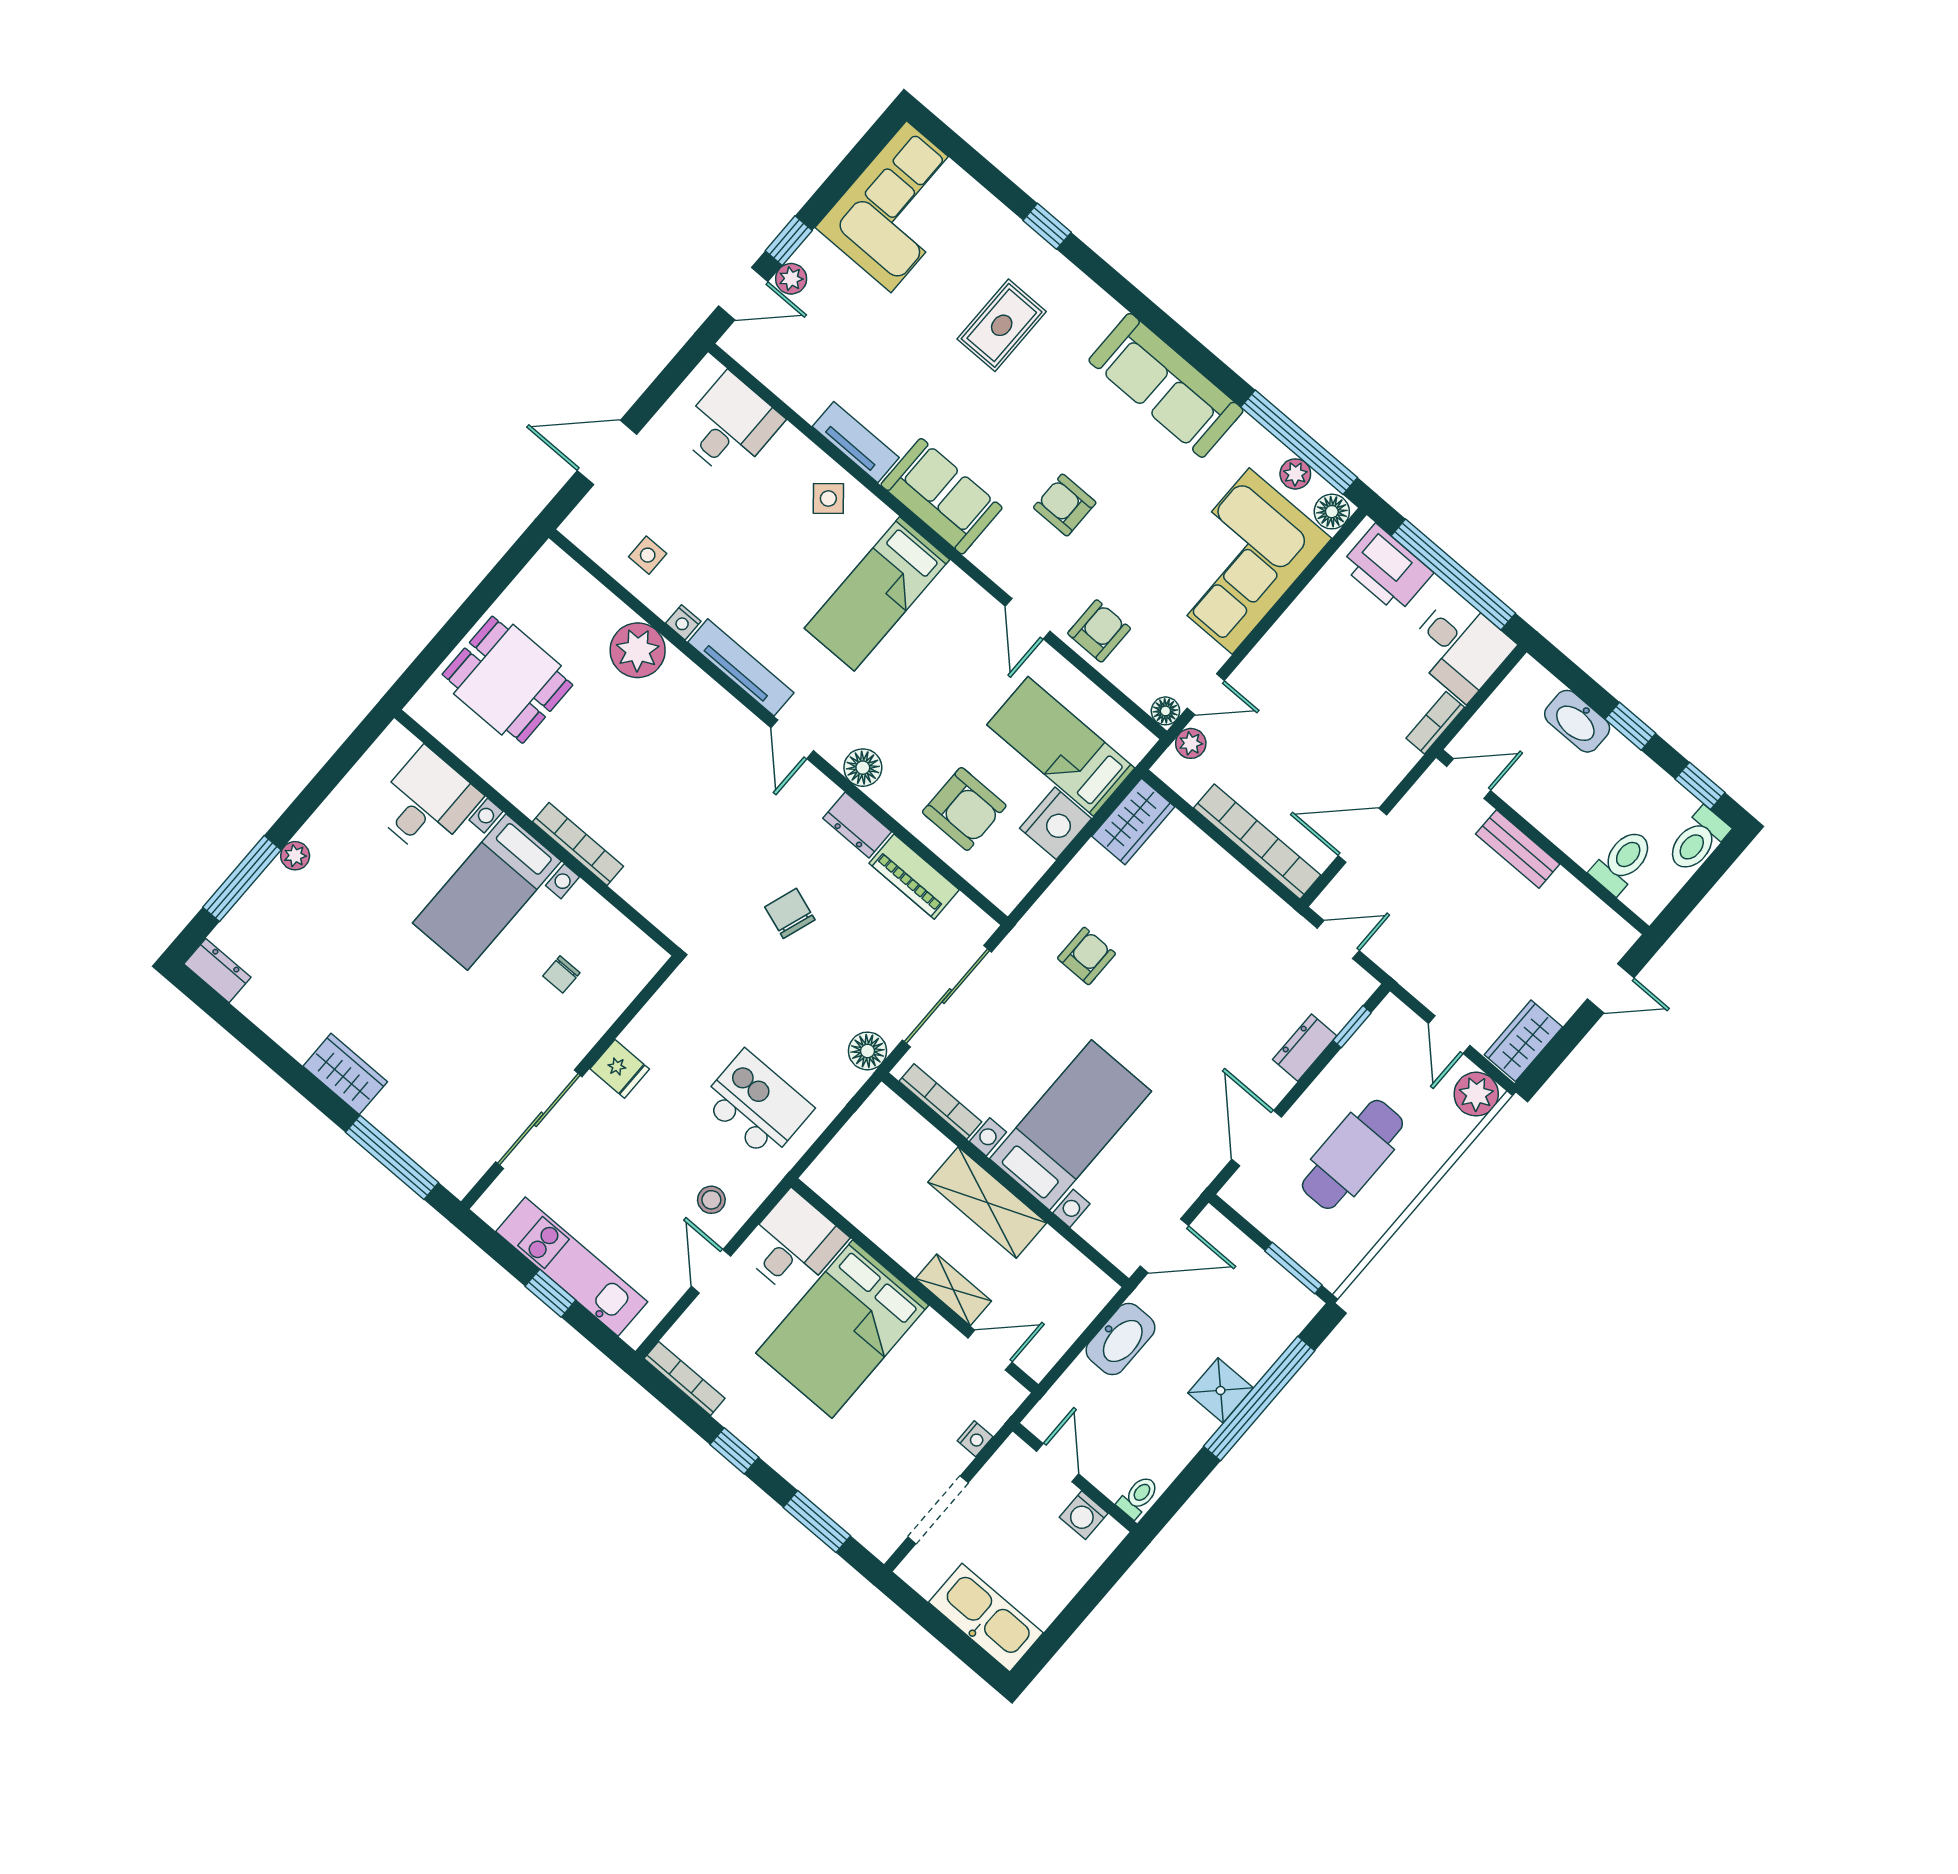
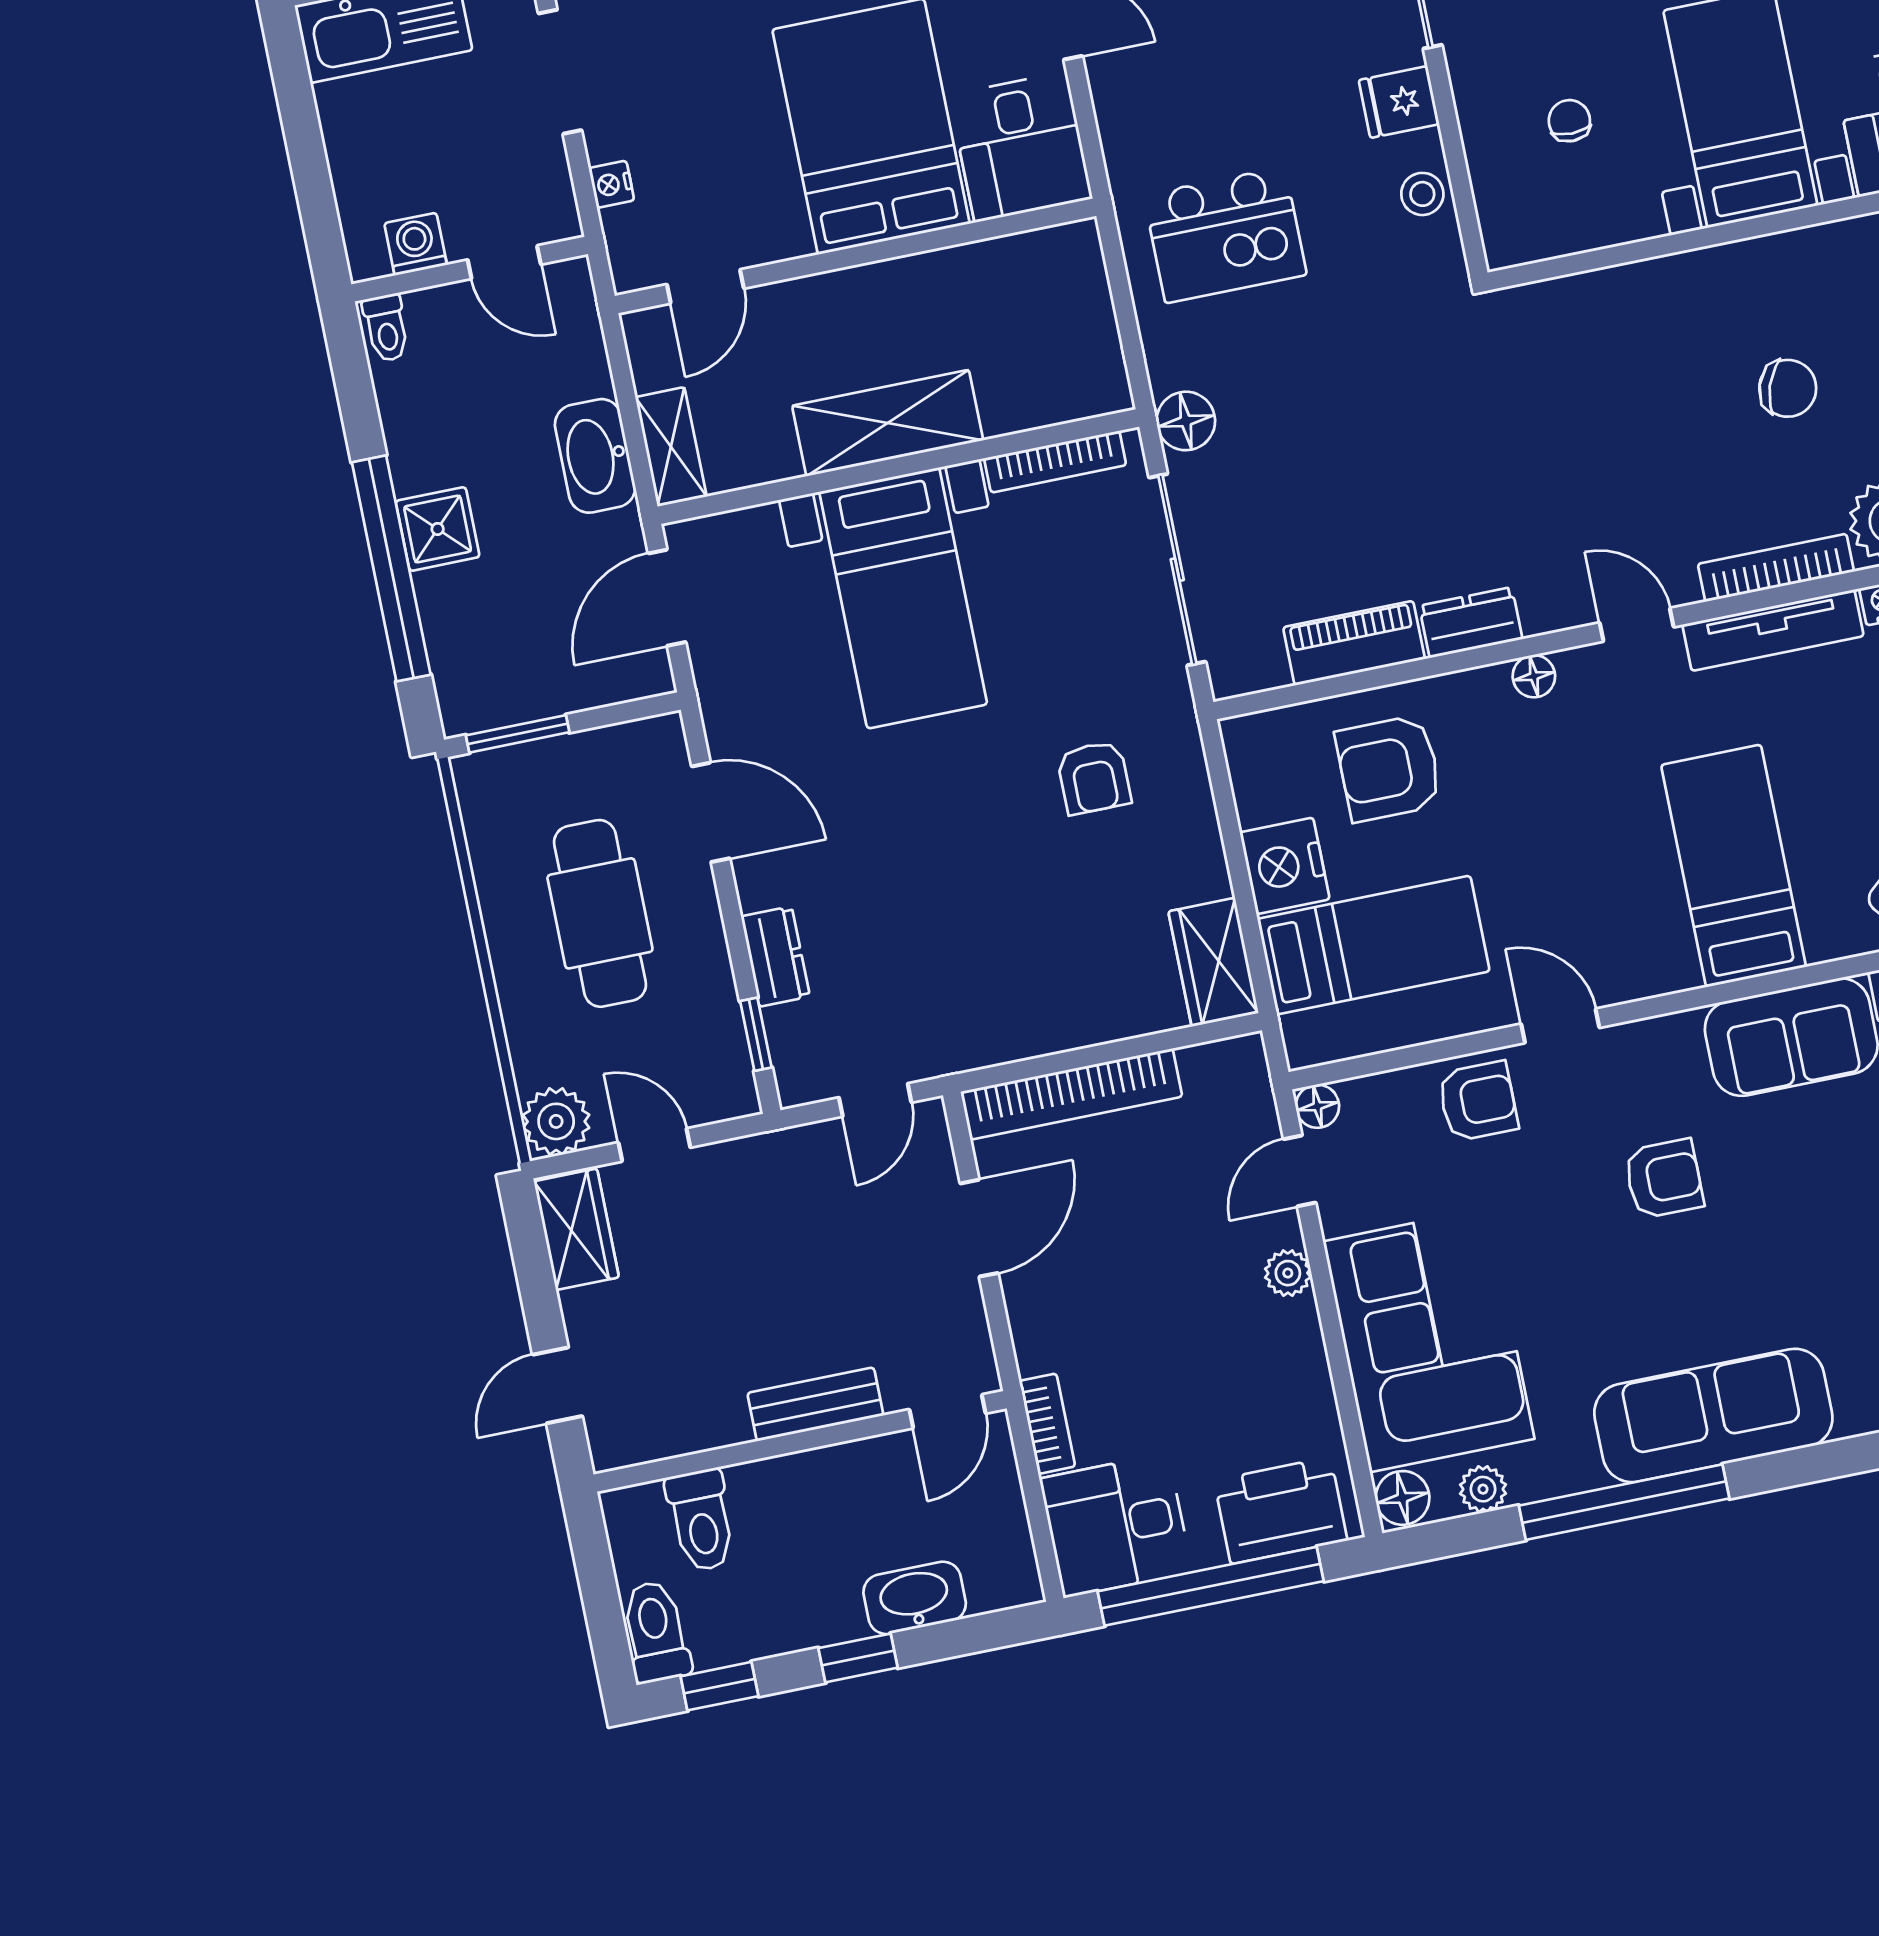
window: (1299, 442) -> (1624, 1502), moved
armchair: (1099, 631) -> (1478, 1101), turned -90
plant: (1191, 743) -> (1288, 1273), moved
floor lamp: (863, 768) -> (1534, 676), width x0.73, depth x0.73
bookcase: (578, 844) -> (1776, 568), moved, turned 180
chair: (790, 913) -> (1788, 388), moved
stool: (711, 1200) -> (1422, 194), moved
shelving: (953, 1290) -> (671, 447), moved, turned 90

